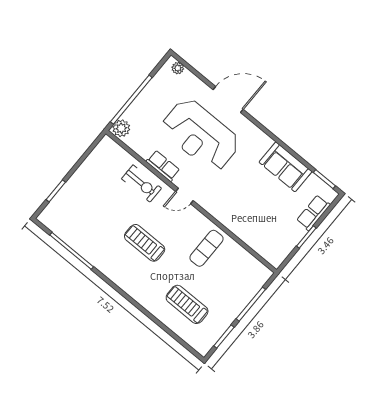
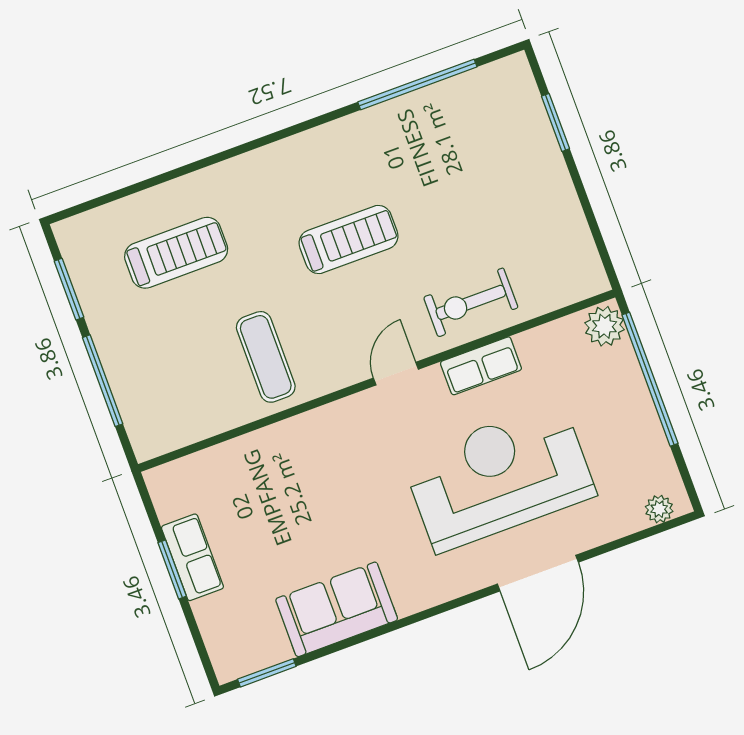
row of seats: (313, 213) -> (192, 557), moved

